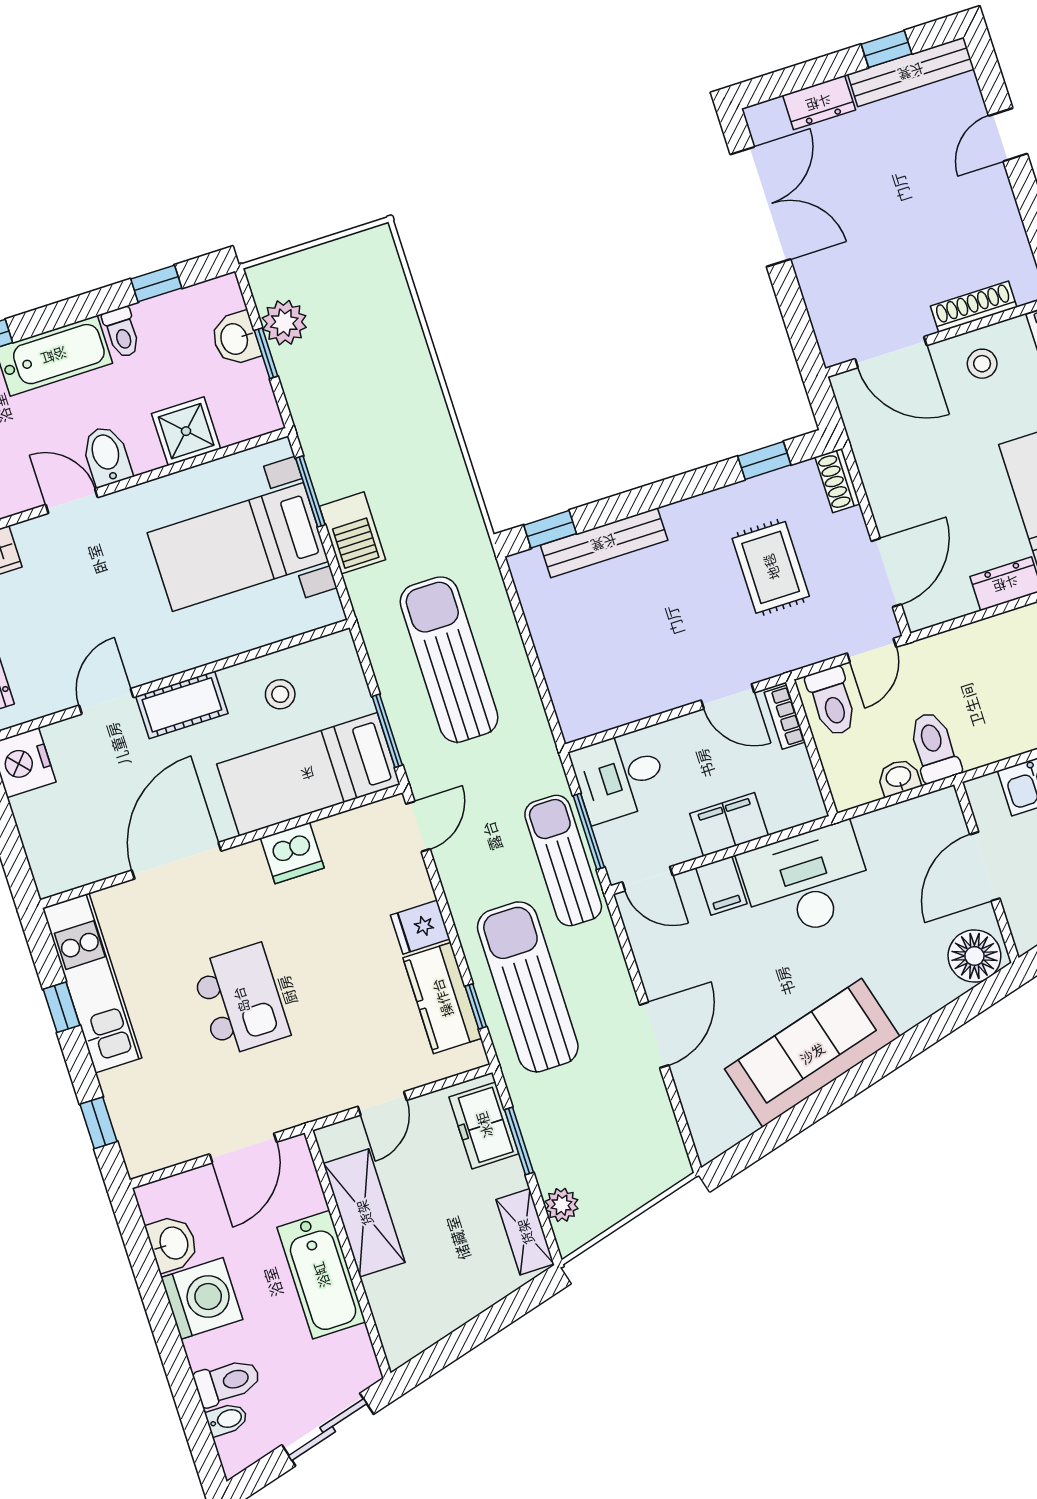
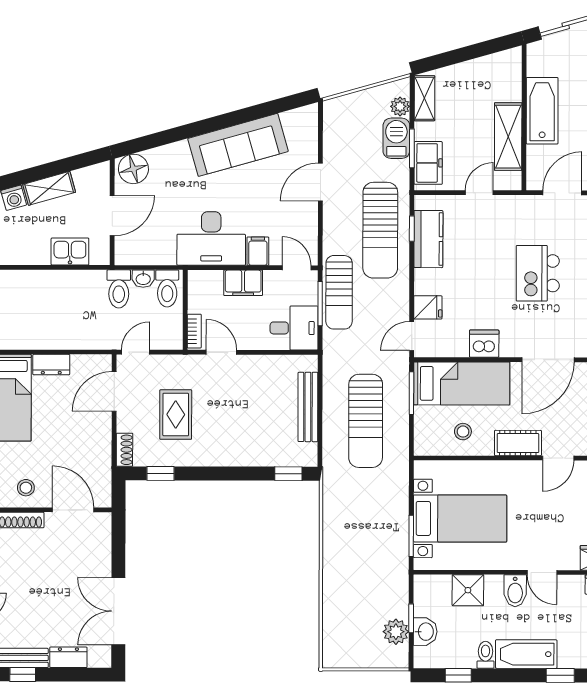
barbecue: (352, 533) -> (396, 138), moved
bench: (604, 543) -> (308, 407), moved, turned 90
toilet: (832, 701) -> (167, 288), moved, turned 180
fridge: (420, 927) -> (428, 307), moved

